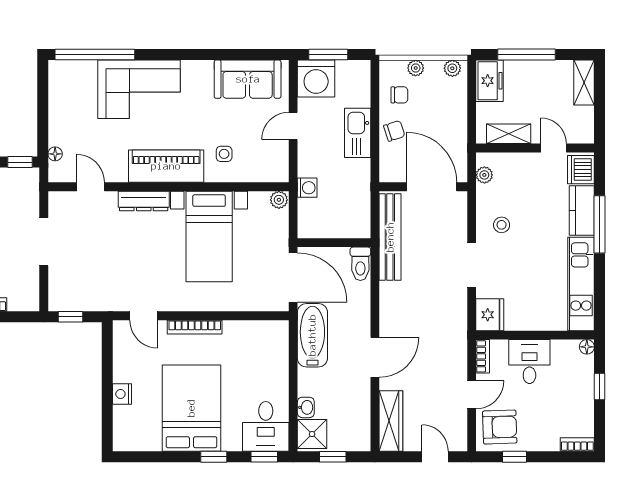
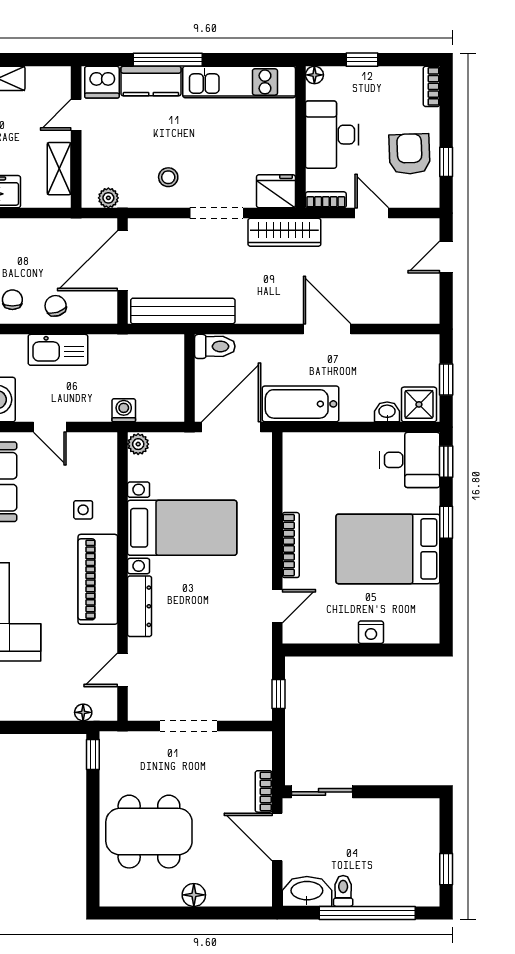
desk: (529, 362) -> (332, 135), width x1.37
wardrobe: (391, 421) -> (284, 232), moved, turned 180
armchair: (500, 427) -> (410, 154), moved

